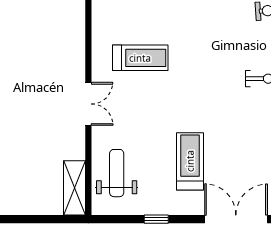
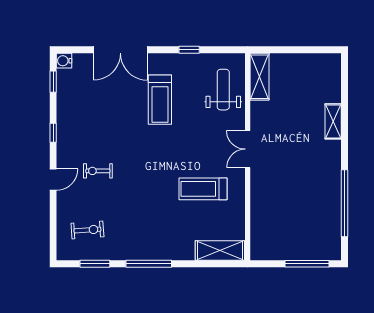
weight bench: (117, 173) -> (223, 90), turned 180

